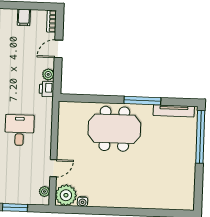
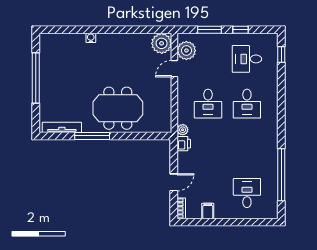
plant: (48, 74) -> (183, 130), moved
window: (200, 137) -> (36, 78), moved
plant: (44, 191) -> (186, 51), width x1.88, depth x1.88
water cooler: (83, 202) -> (91, 38), moved

